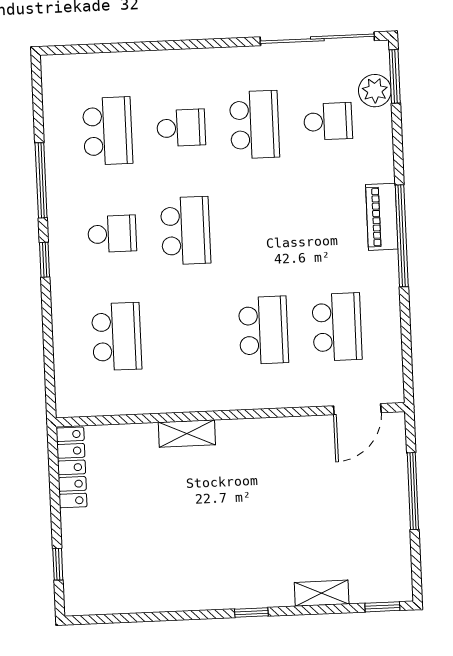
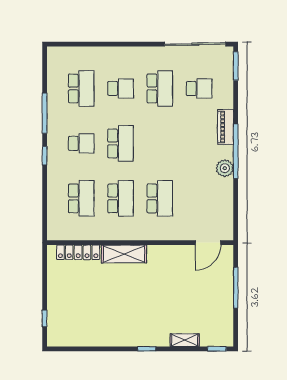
plant: (375, 91) -> (225, 168), moved
piano: (382, 217) -> (226, 127), moved
school desk: (337, 327) -> (120, 198), moved
shelving: (187, 433) -> (124, 254), width x1.50, depth x1.33
locker: (72, 467) -> (78, 252), moved, turned 90

